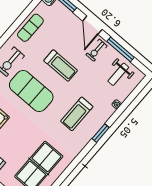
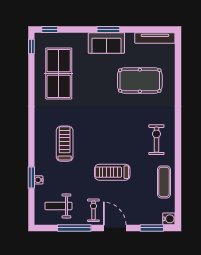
weight bench: (118, 74) -> (58, 206), turned -90
exercise mat: (31, 91) -> (118, 130), removed
window: (101, 133) -> (31, 178), moved

